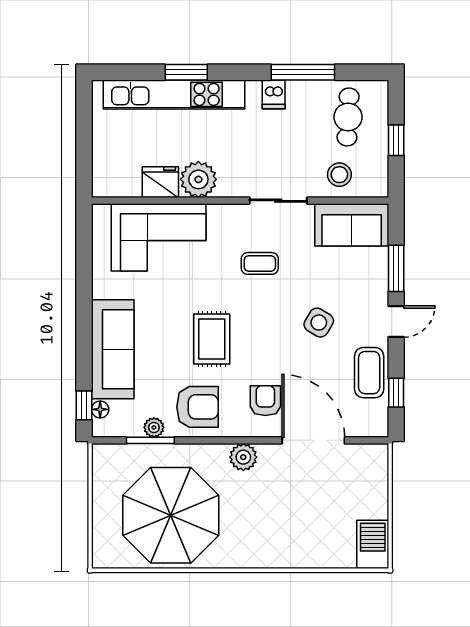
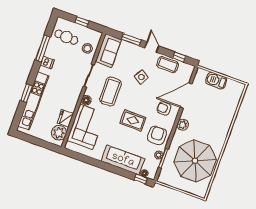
plant: (198, 179) -> (59, 133), moved
floor lamp: (220, 215) -> (86, 100), added
coffee table: (260, 263) -> (110, 91), width x1.86, depth x1.72
barbecue: (373, 544) -> (216, 81), moved

